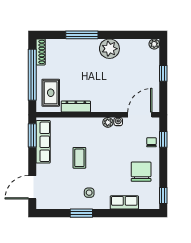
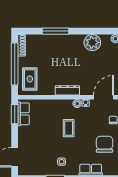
plant: (109, 49) -> (92, 42), moved
dresser: (76, 107) -> (67, 90), moved
row of seats: (43, 142) -> (23, 114), width x0.68
coffee table: (79, 158) -> (69, 128), moved

